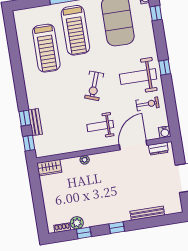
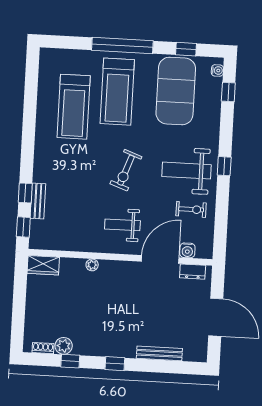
water cooler: (165, 132) -> (187, 250), moved

